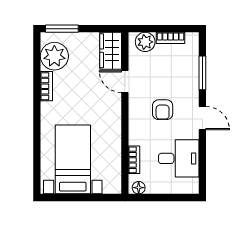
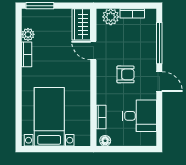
plant: (54, 56) -> (28, 34), width x0.53, depth x0.53
window: (202, 73) -> (159, 43), width x1.44
armchair: (163, 110) -> (125, 74), turned -90

